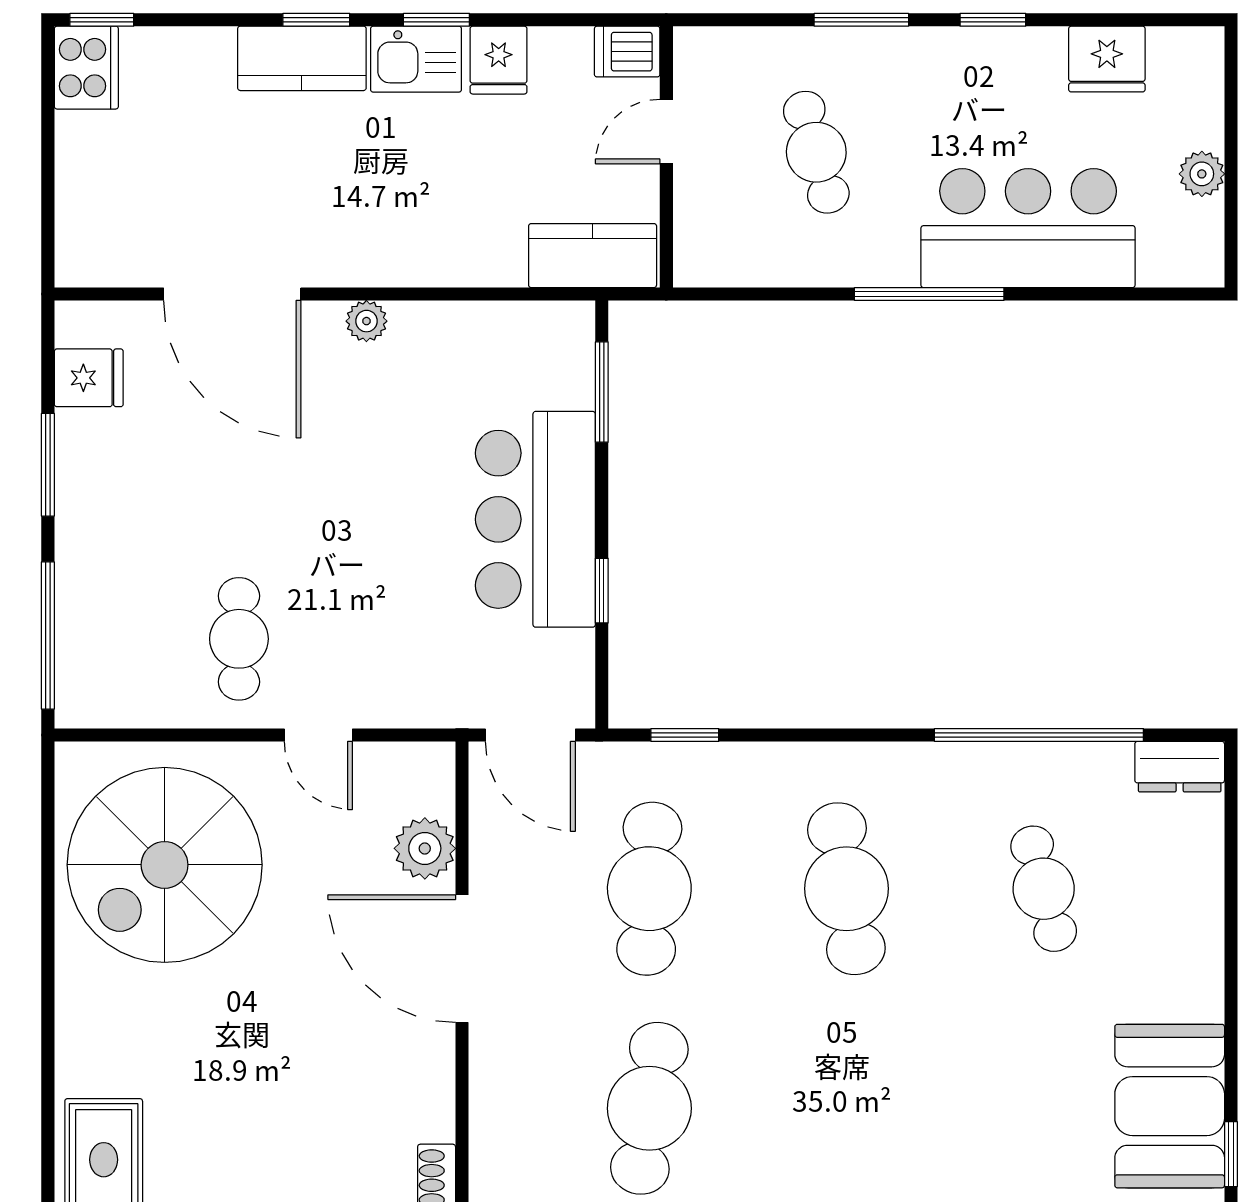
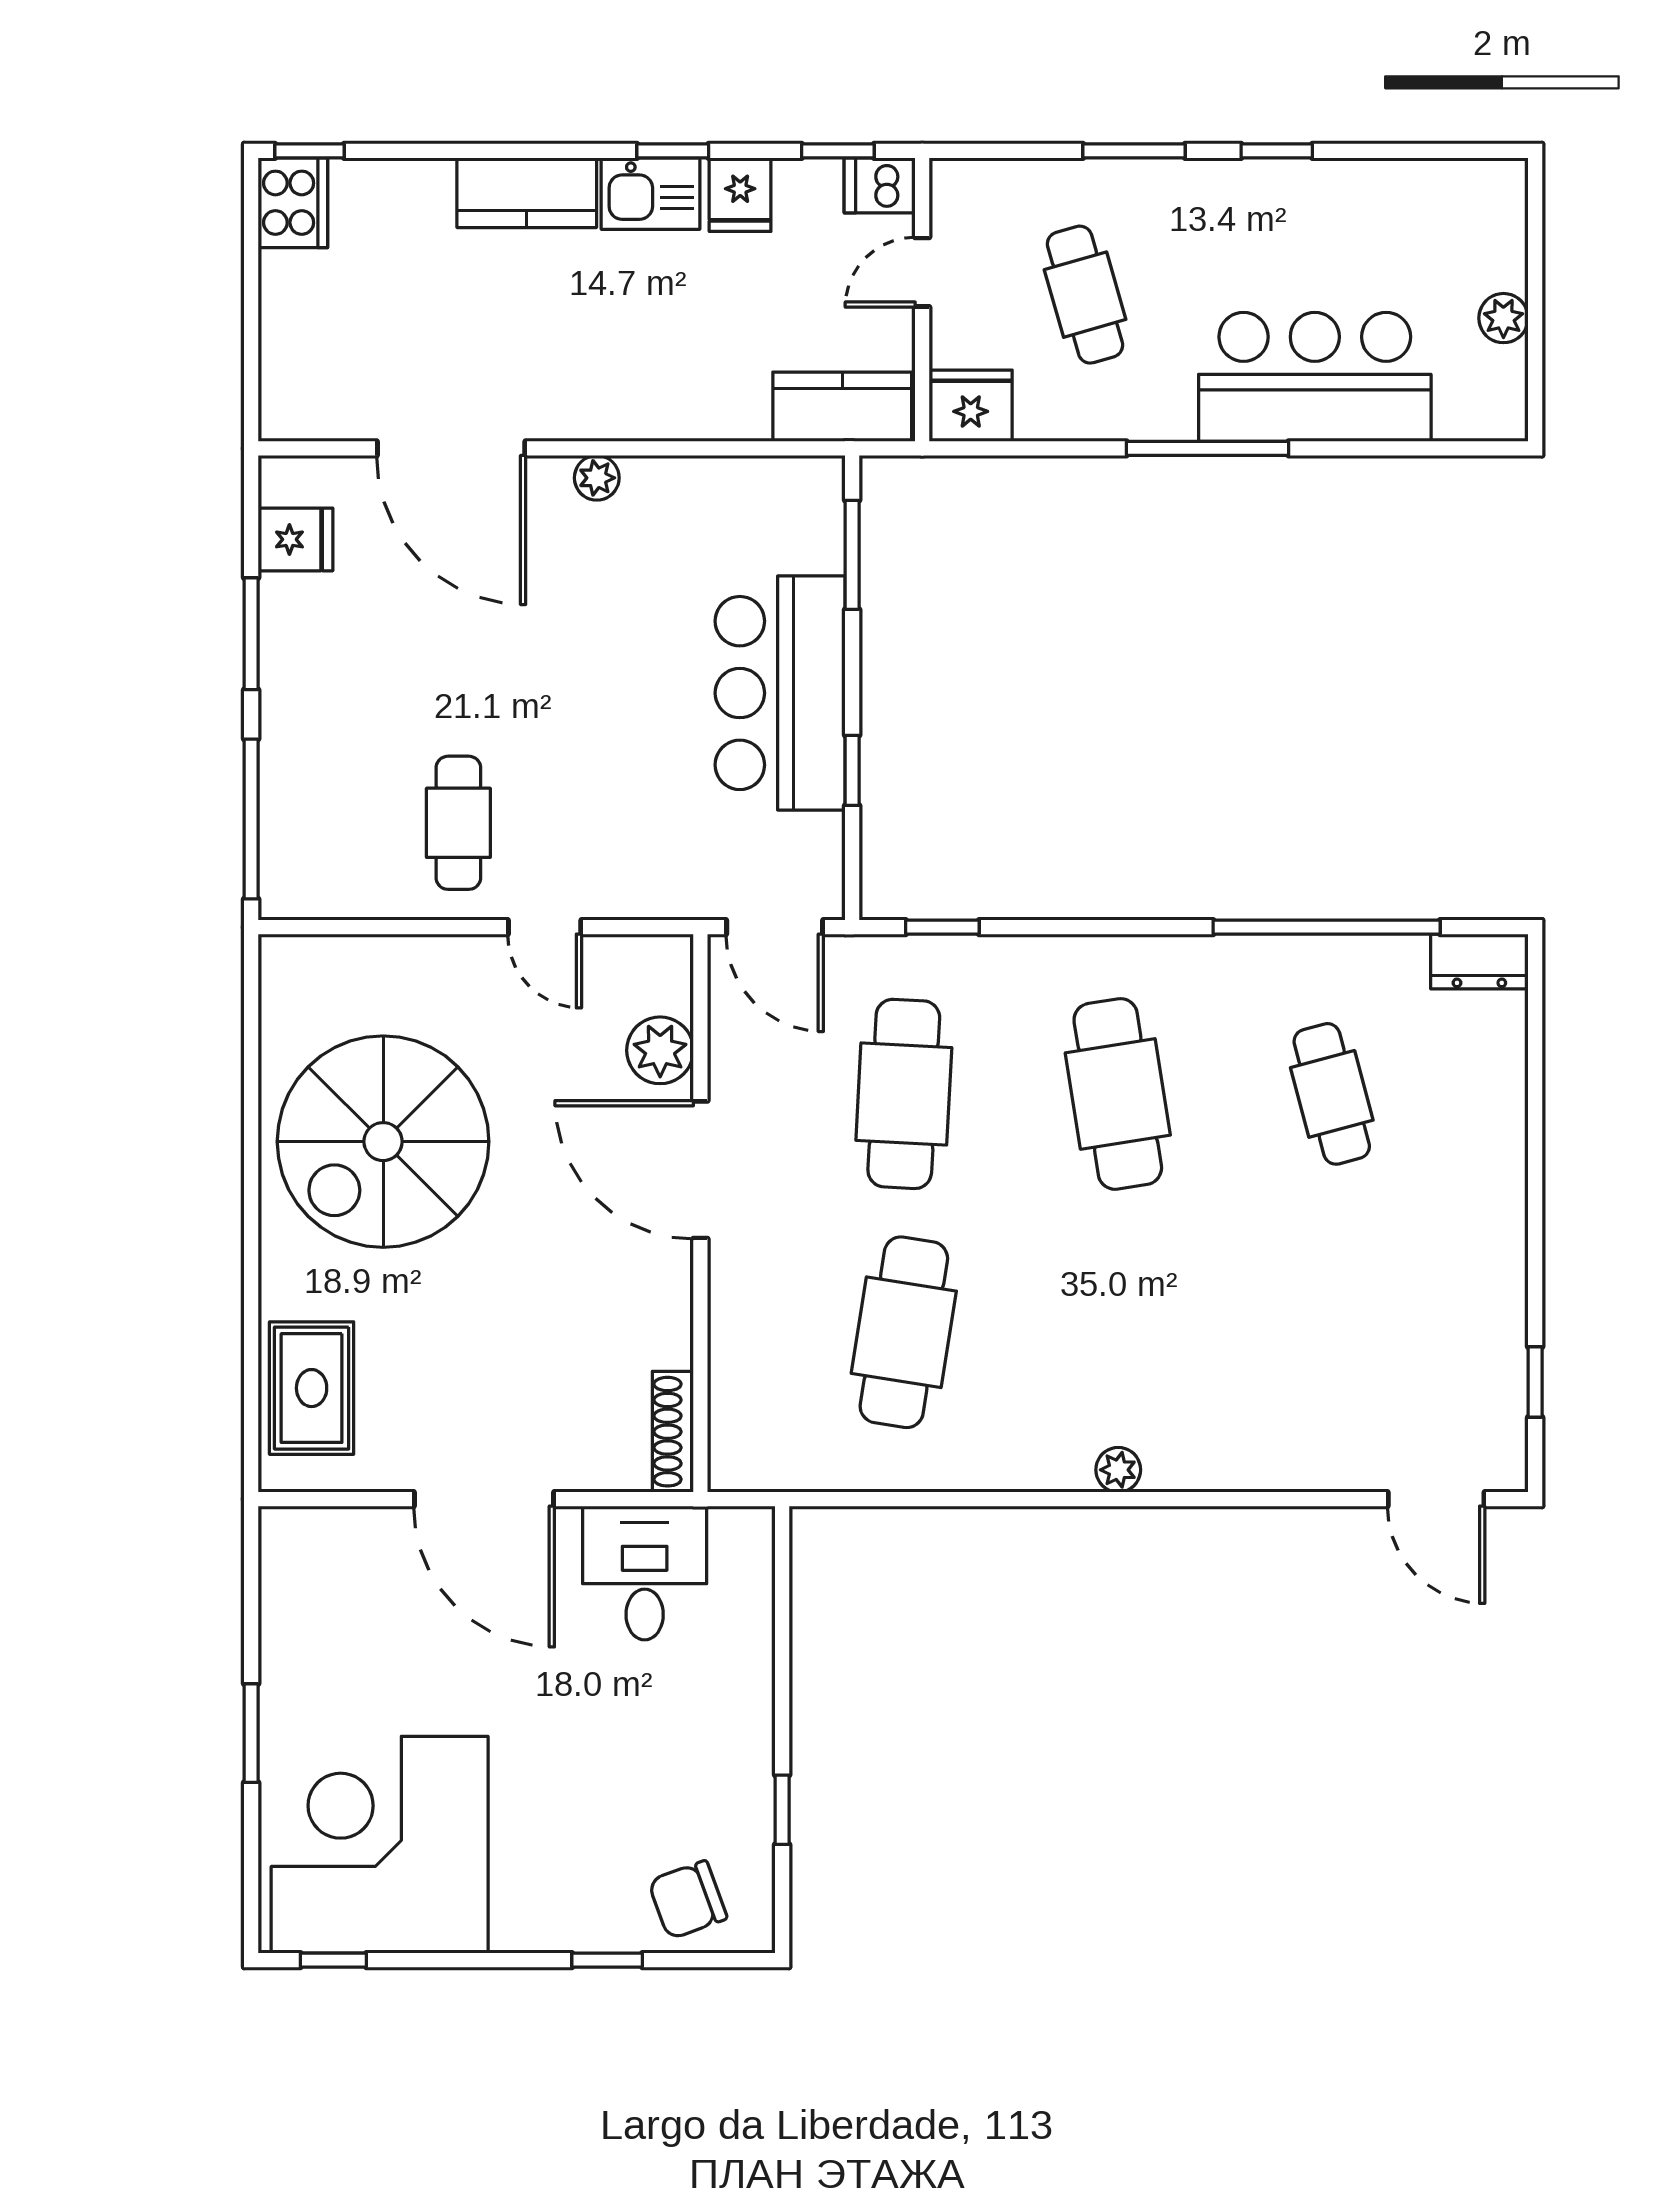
window: (316, 20) -> (838, 151), moved
fridge: (1107, 59) -> (971, 406), moved, turned 180
spiral stairs: (165, 865) -> (383, 1142), moved
booth: (1170, 1106) -> (1469, 1330), removed

